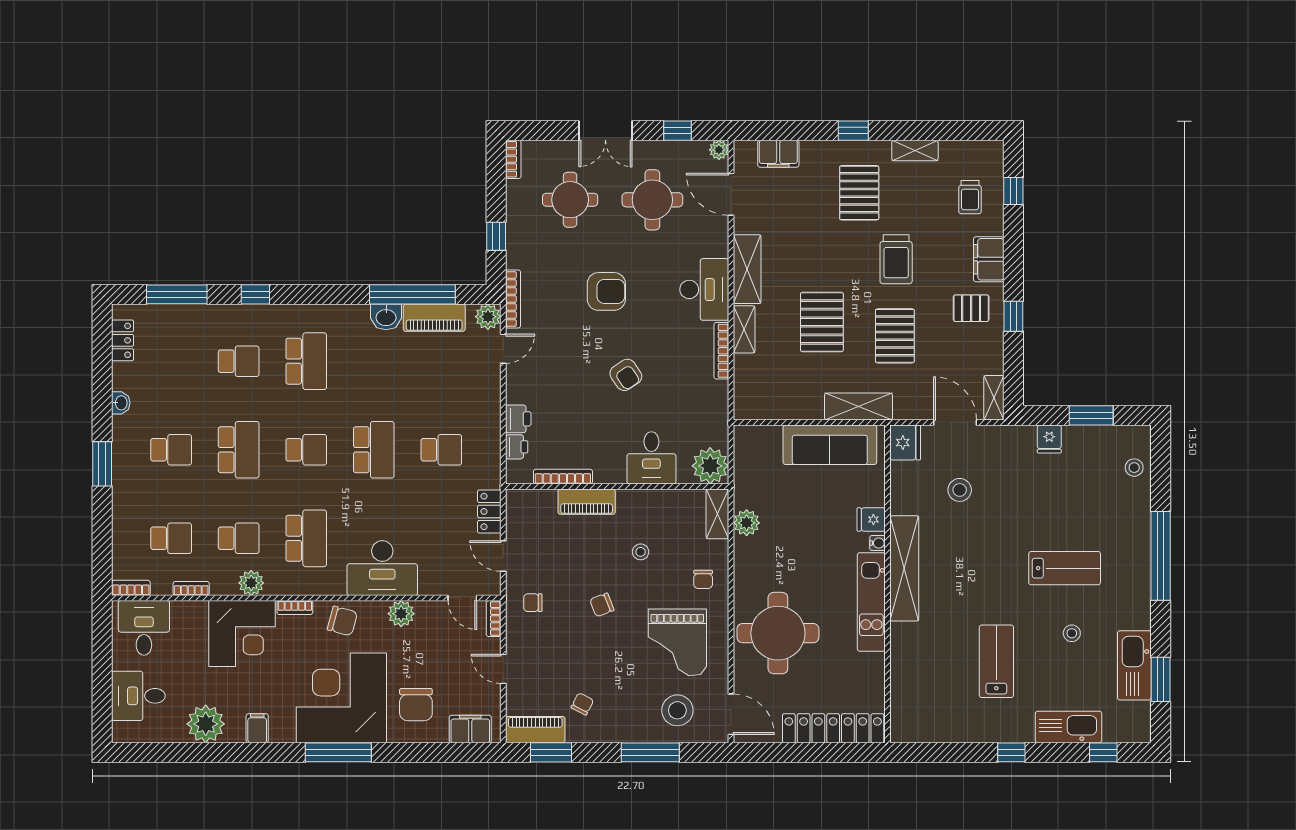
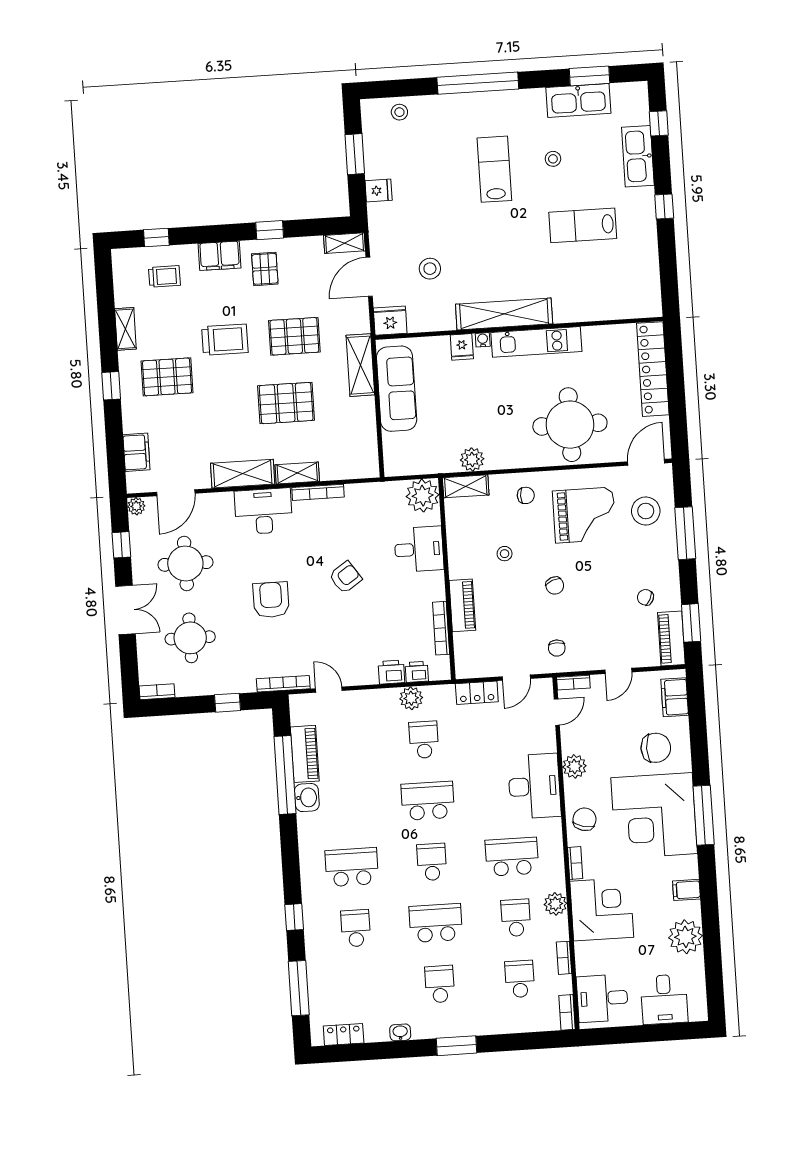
plant: (488, 317) -> (411, 698), moved

